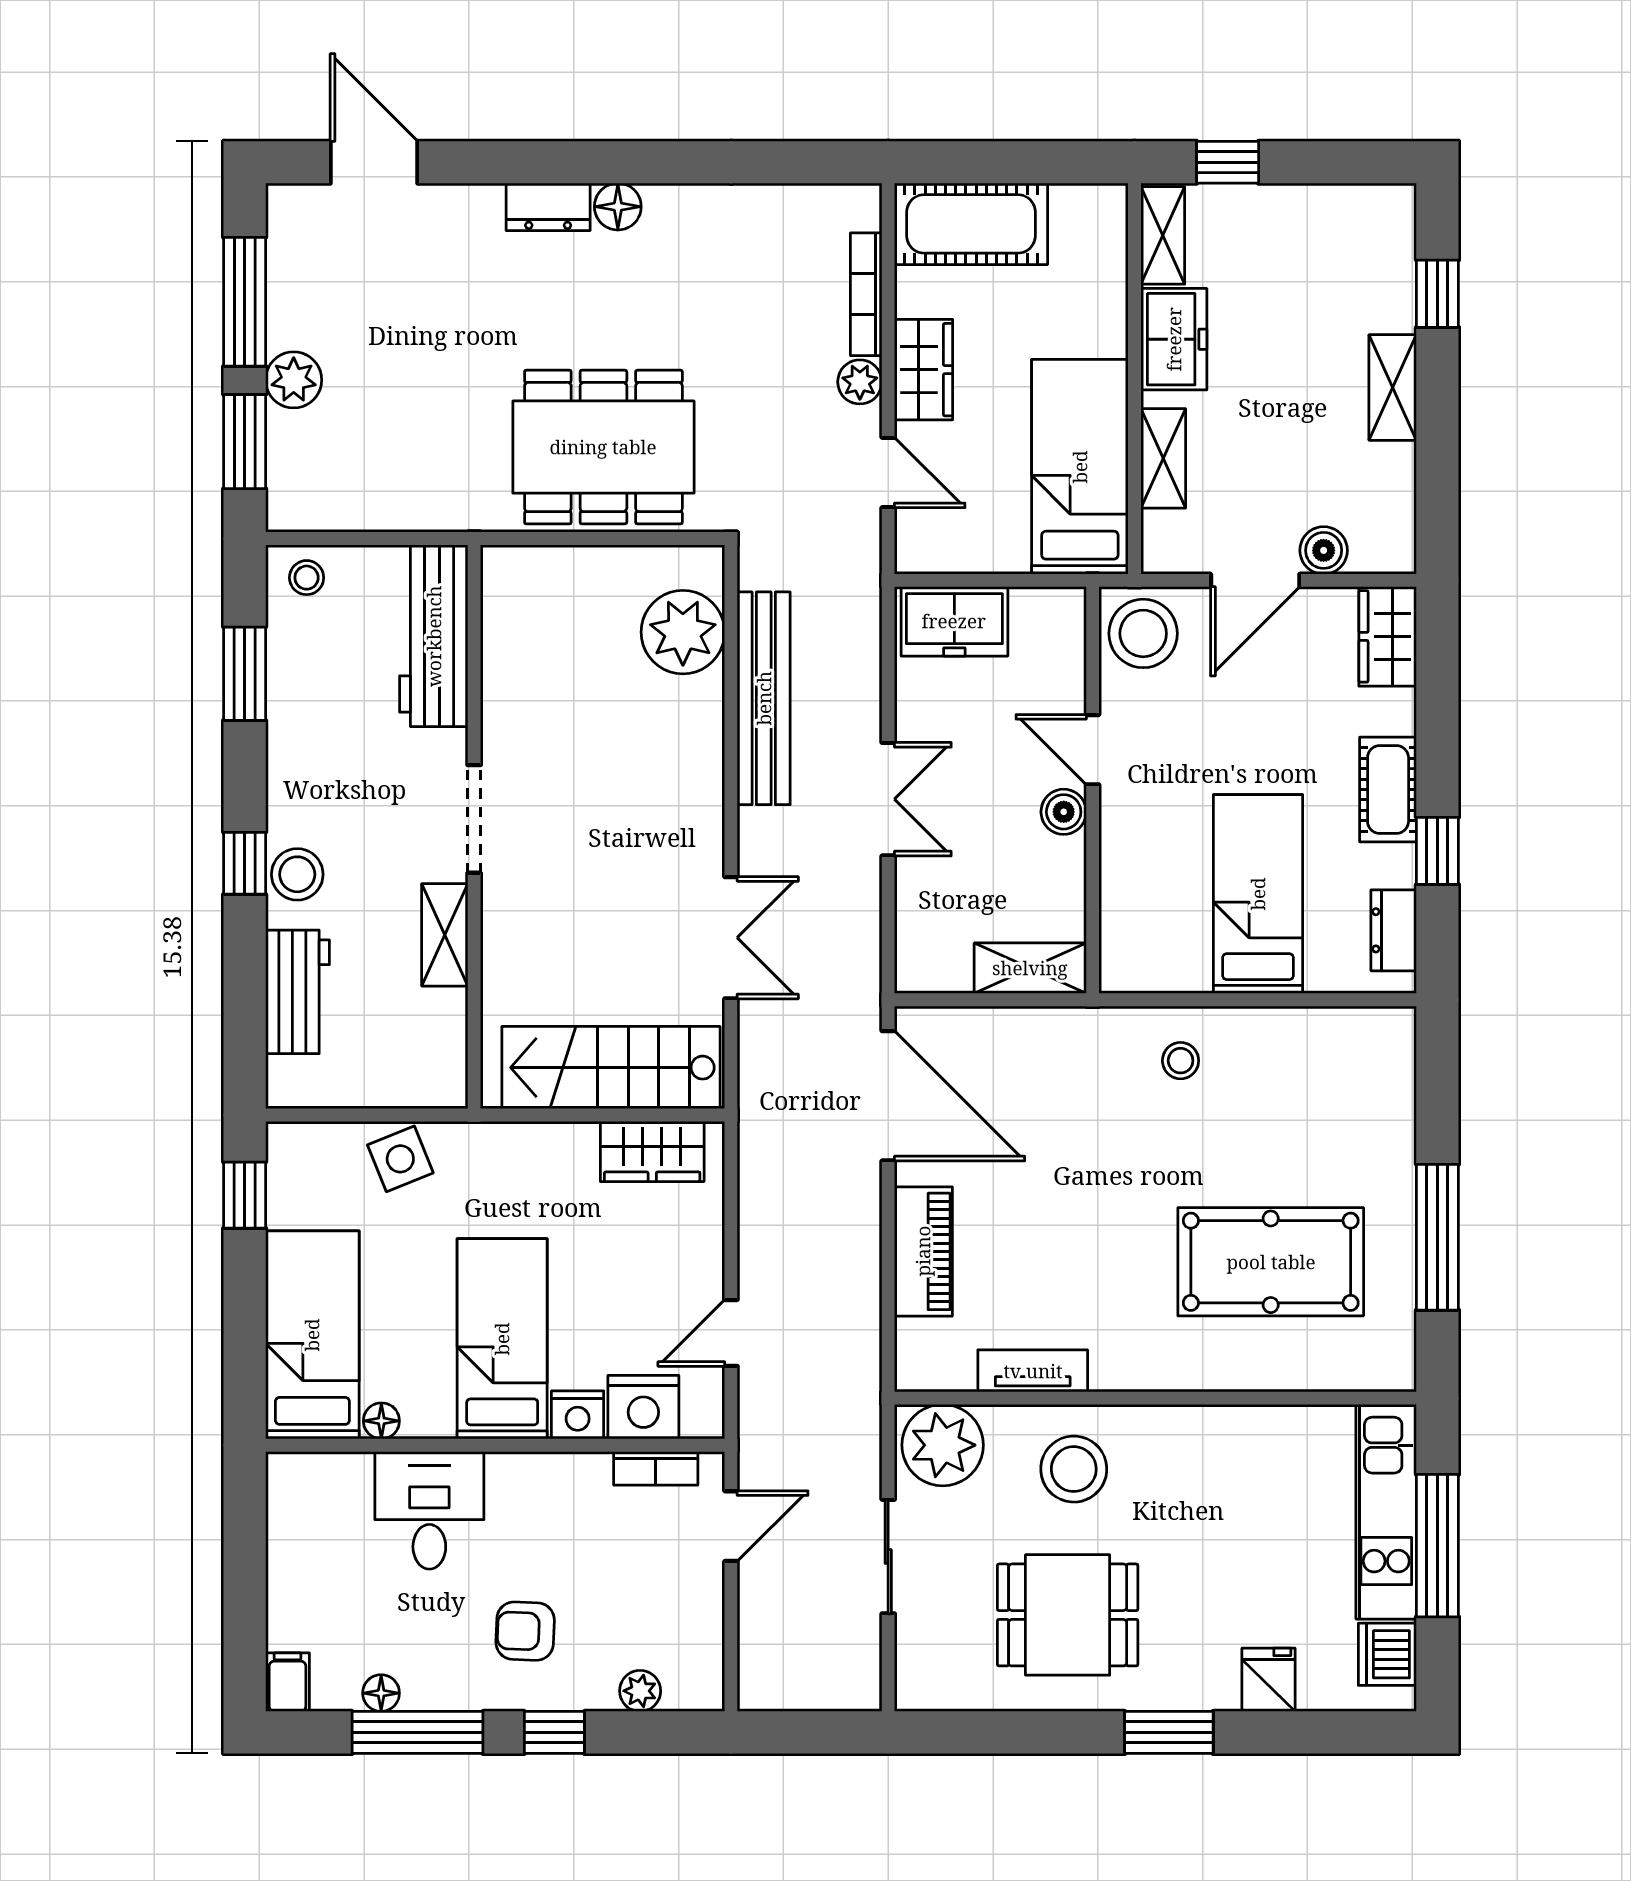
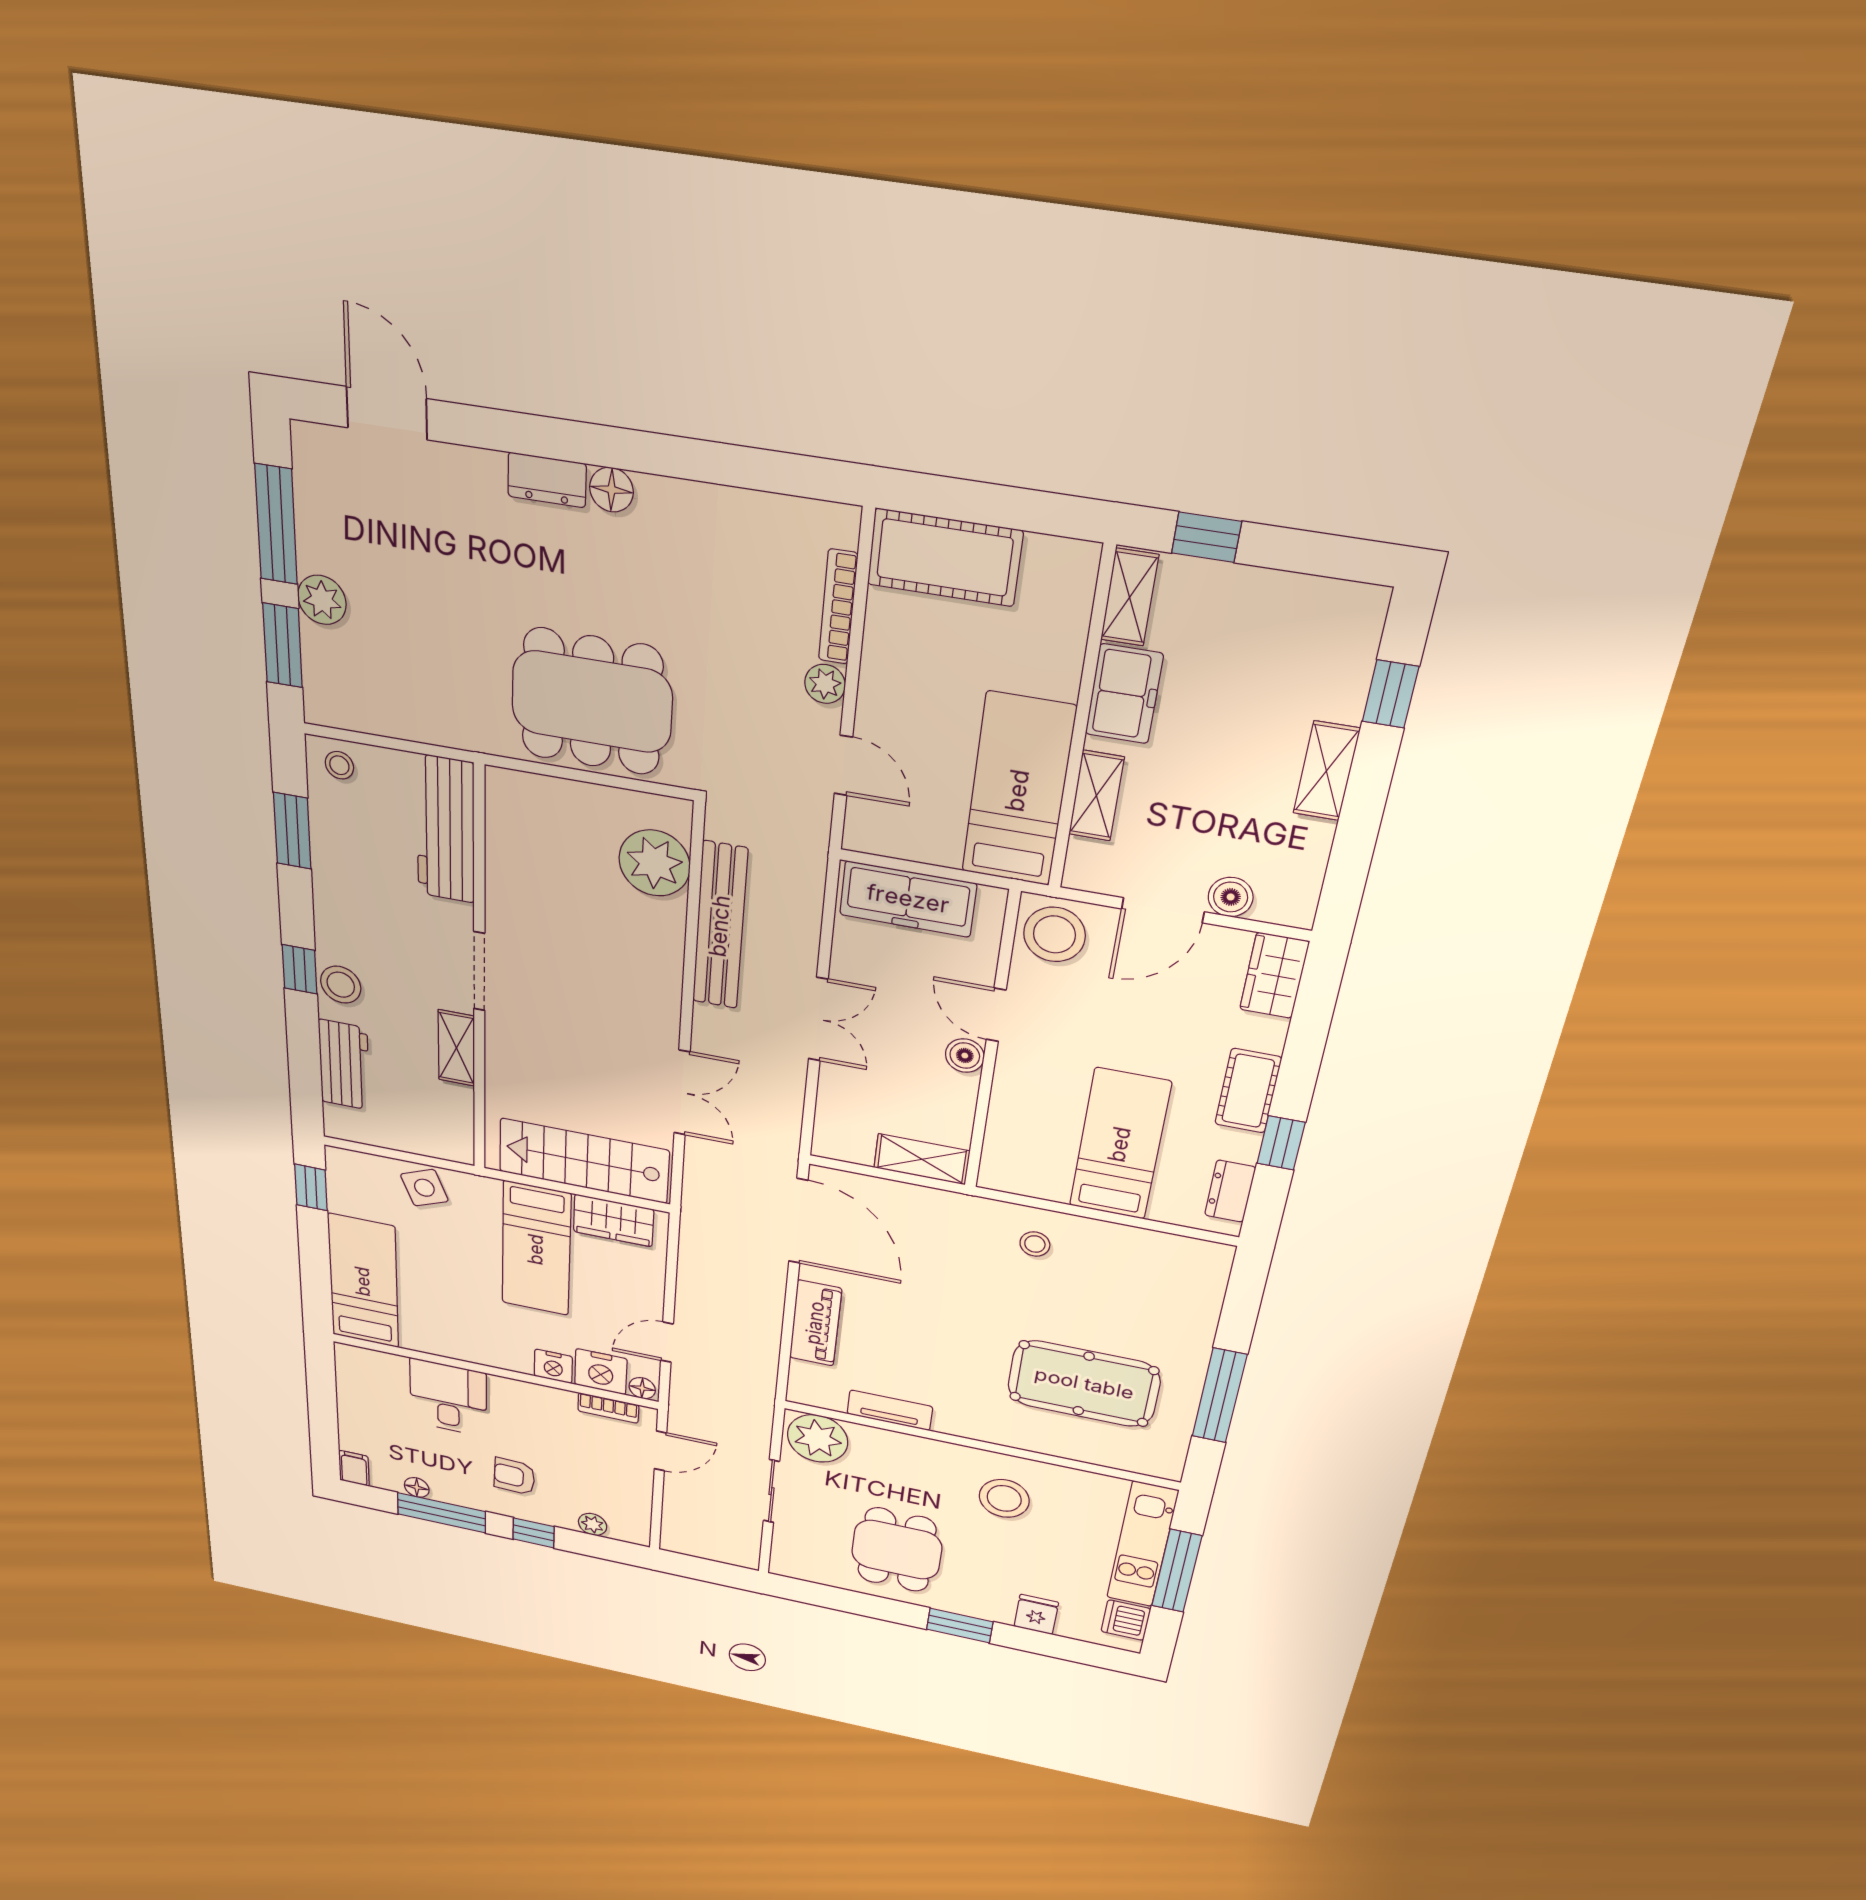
wardrobe: (924, 370) -> (885, 683), removed
freezer: (954, 621) -> (908, 899), width x1.40
bed: (502, 1339) -> (536, 1249), moved, turned 180
floor lamp: (381, 1421) -> (642, 1388), moved
stool: (1074, 1469) -> (1004, 1498), moved
dining table: (1068, 1615) -> (897, 1550), turned 90

